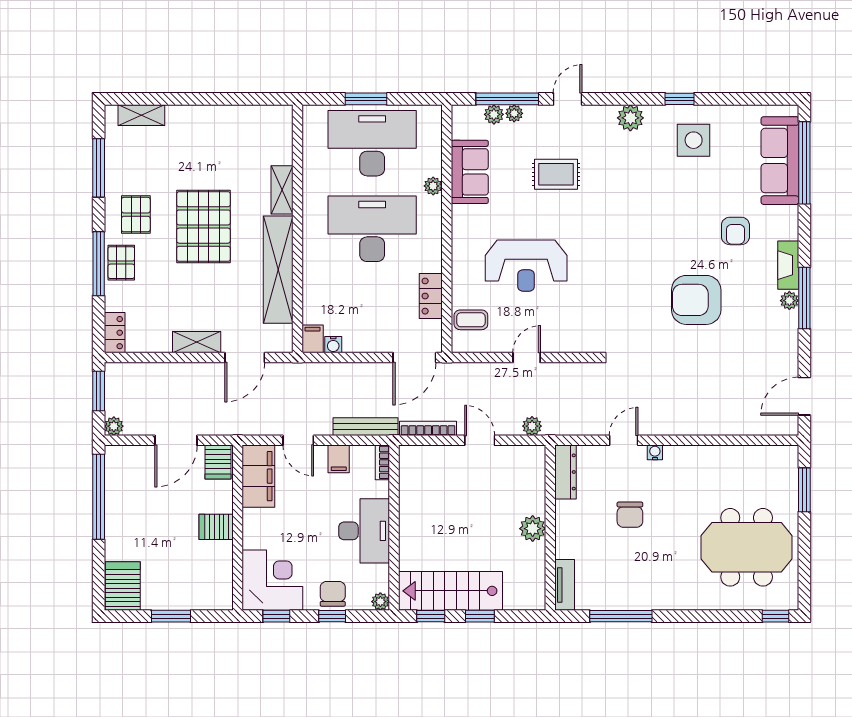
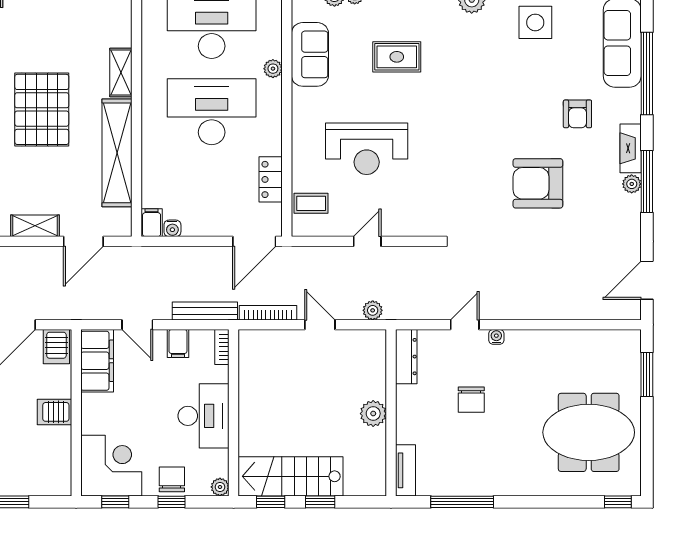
window: (804, 163) -> (647, 74), moved

